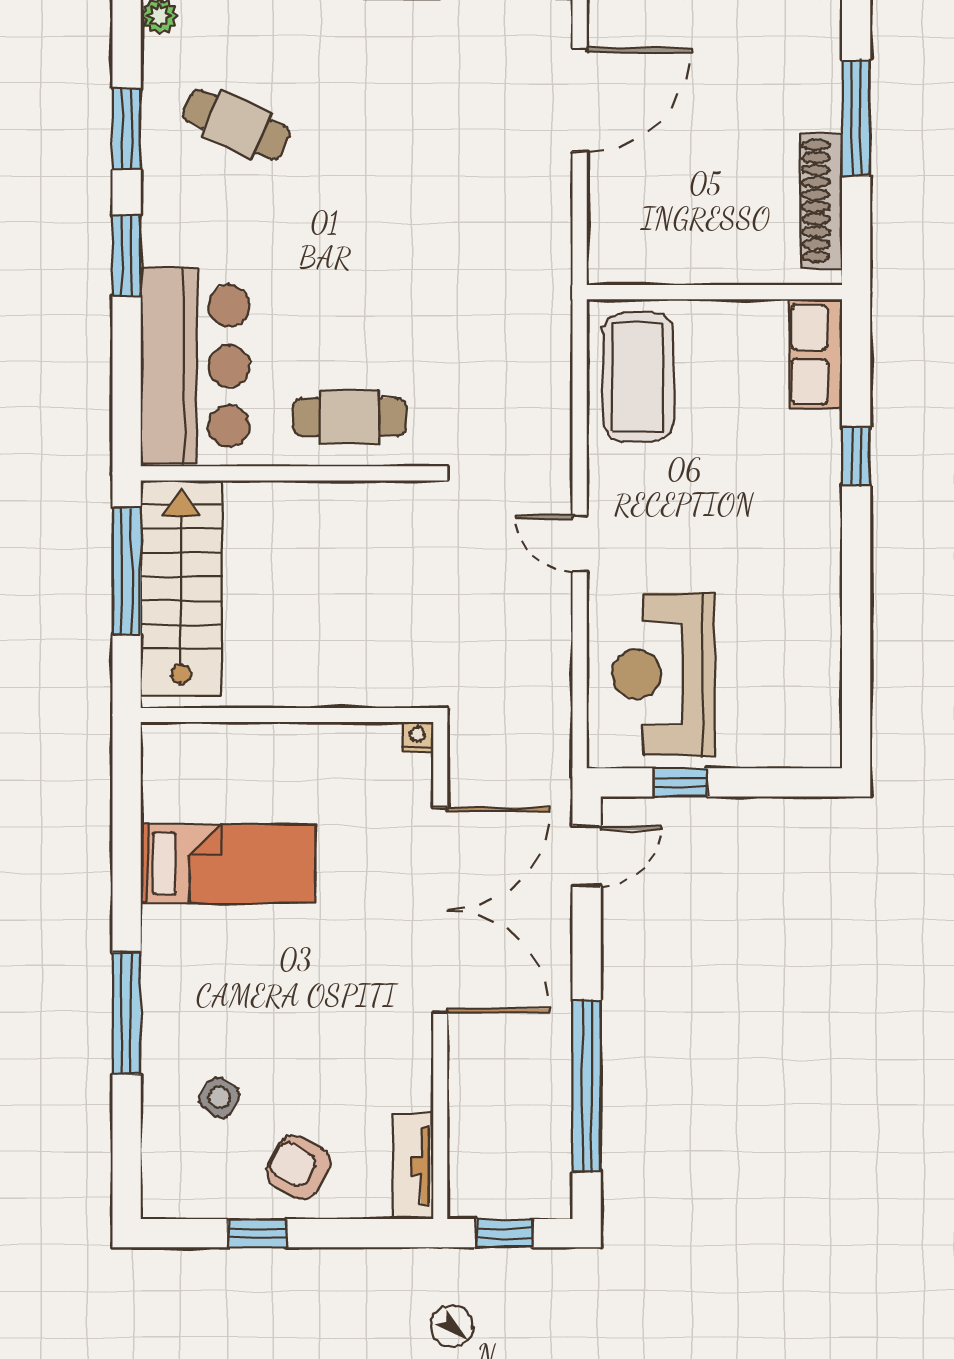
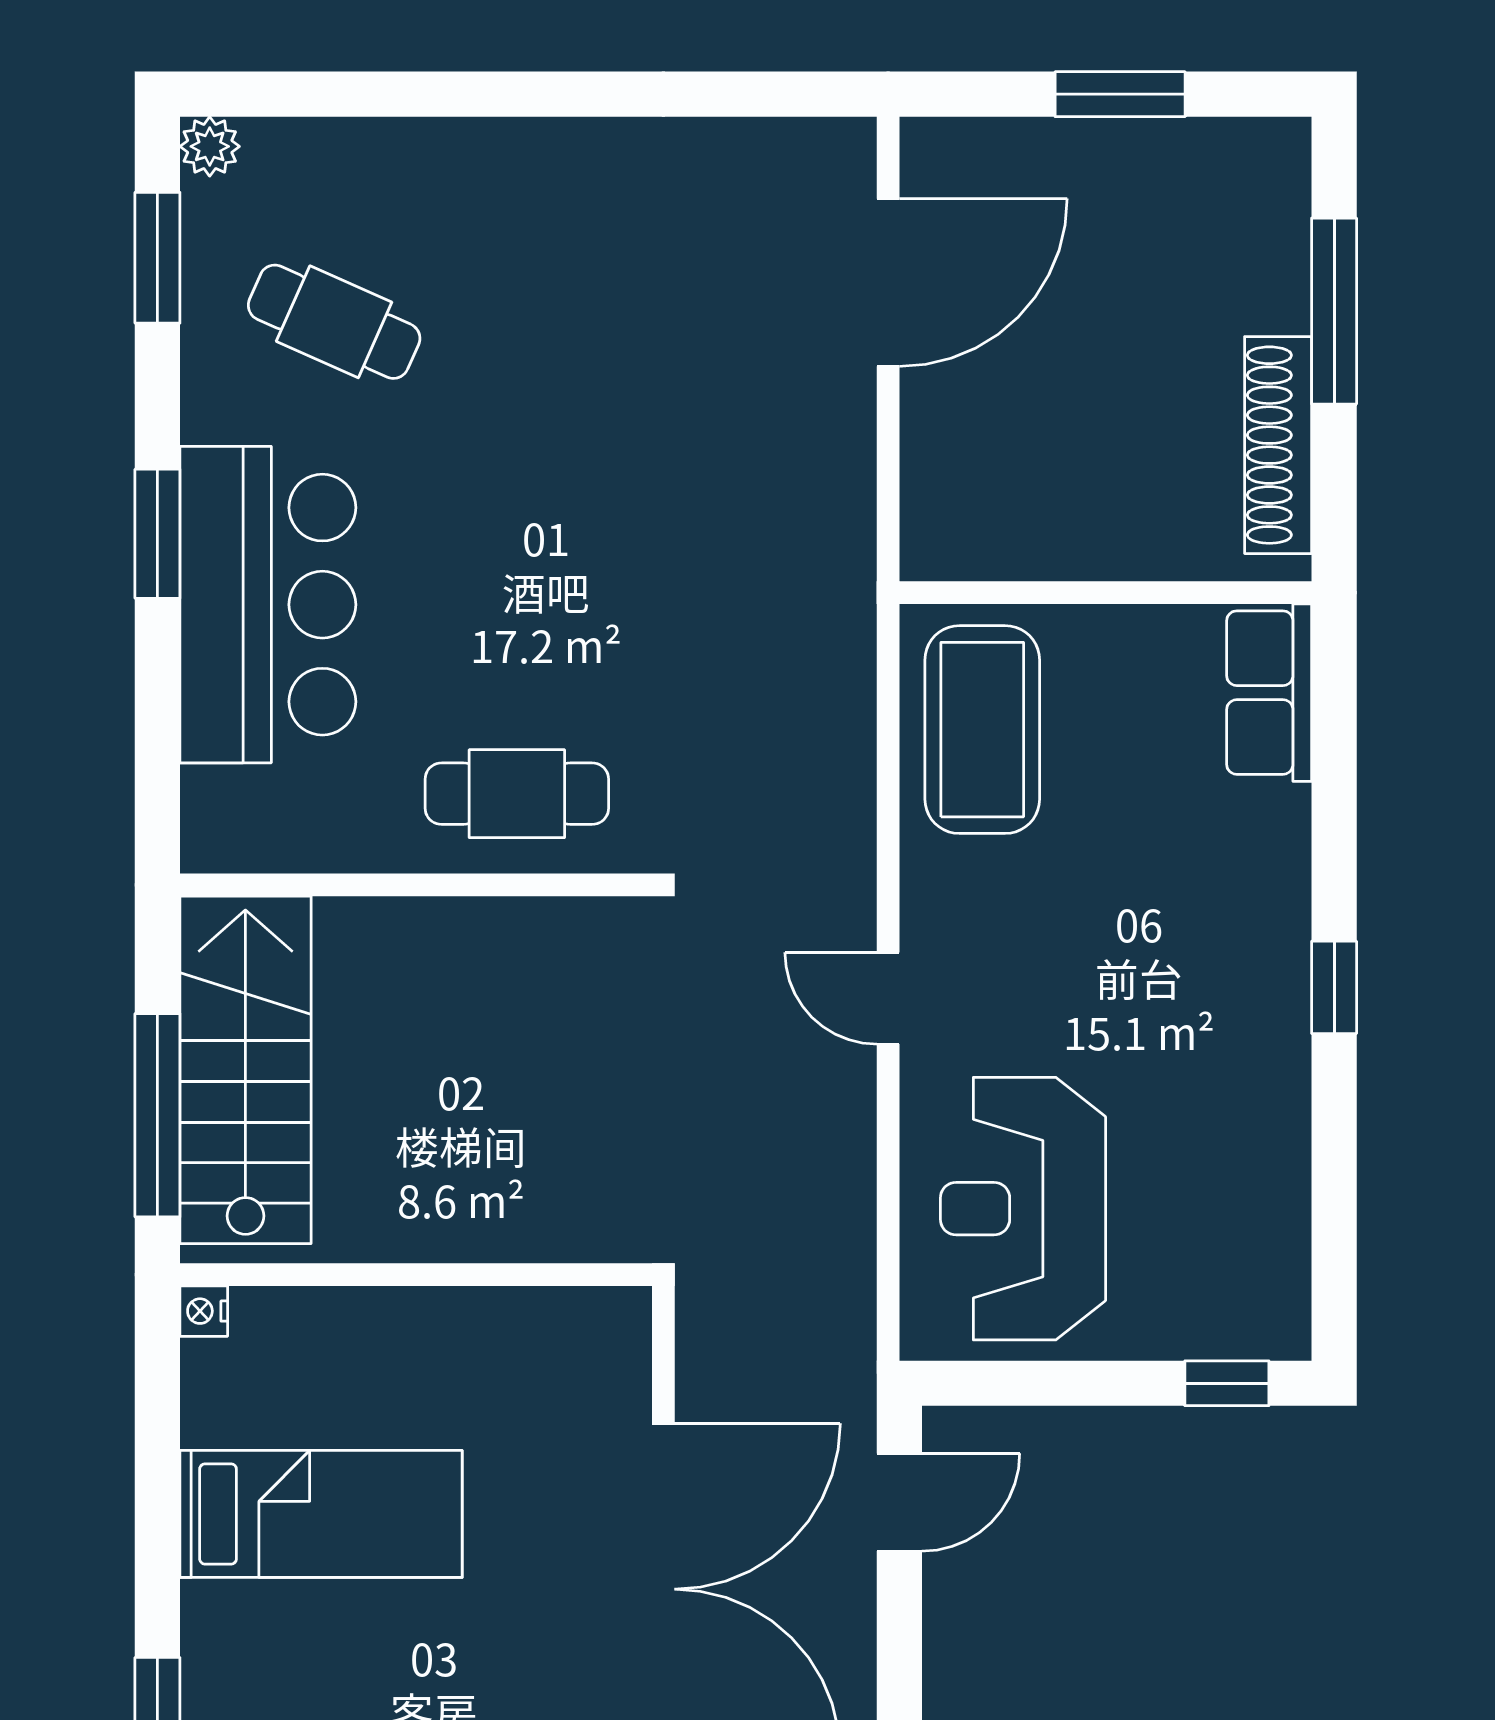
window: (127, 129) -> (157, 258), moved
bar counter: (195, 366) -> (268, 605), moved
window: (856, 456) -> (1334, 987), moved
window: (127, 571) -> (157, 1115), moved
nightstand: (418, 737) -> (204, 1311), moved, turned -90
window: (681, 782) -> (1227, 1383), moved

